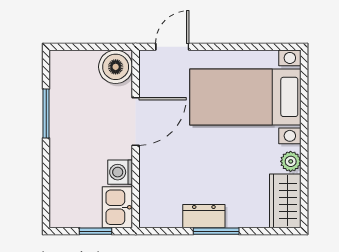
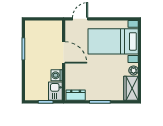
boiler: (116, 67) -> (55, 28), removed
door: (136, 121) -> (64, 52), hinge flipped
dresser: (204, 216) -> (76, 95), moved

